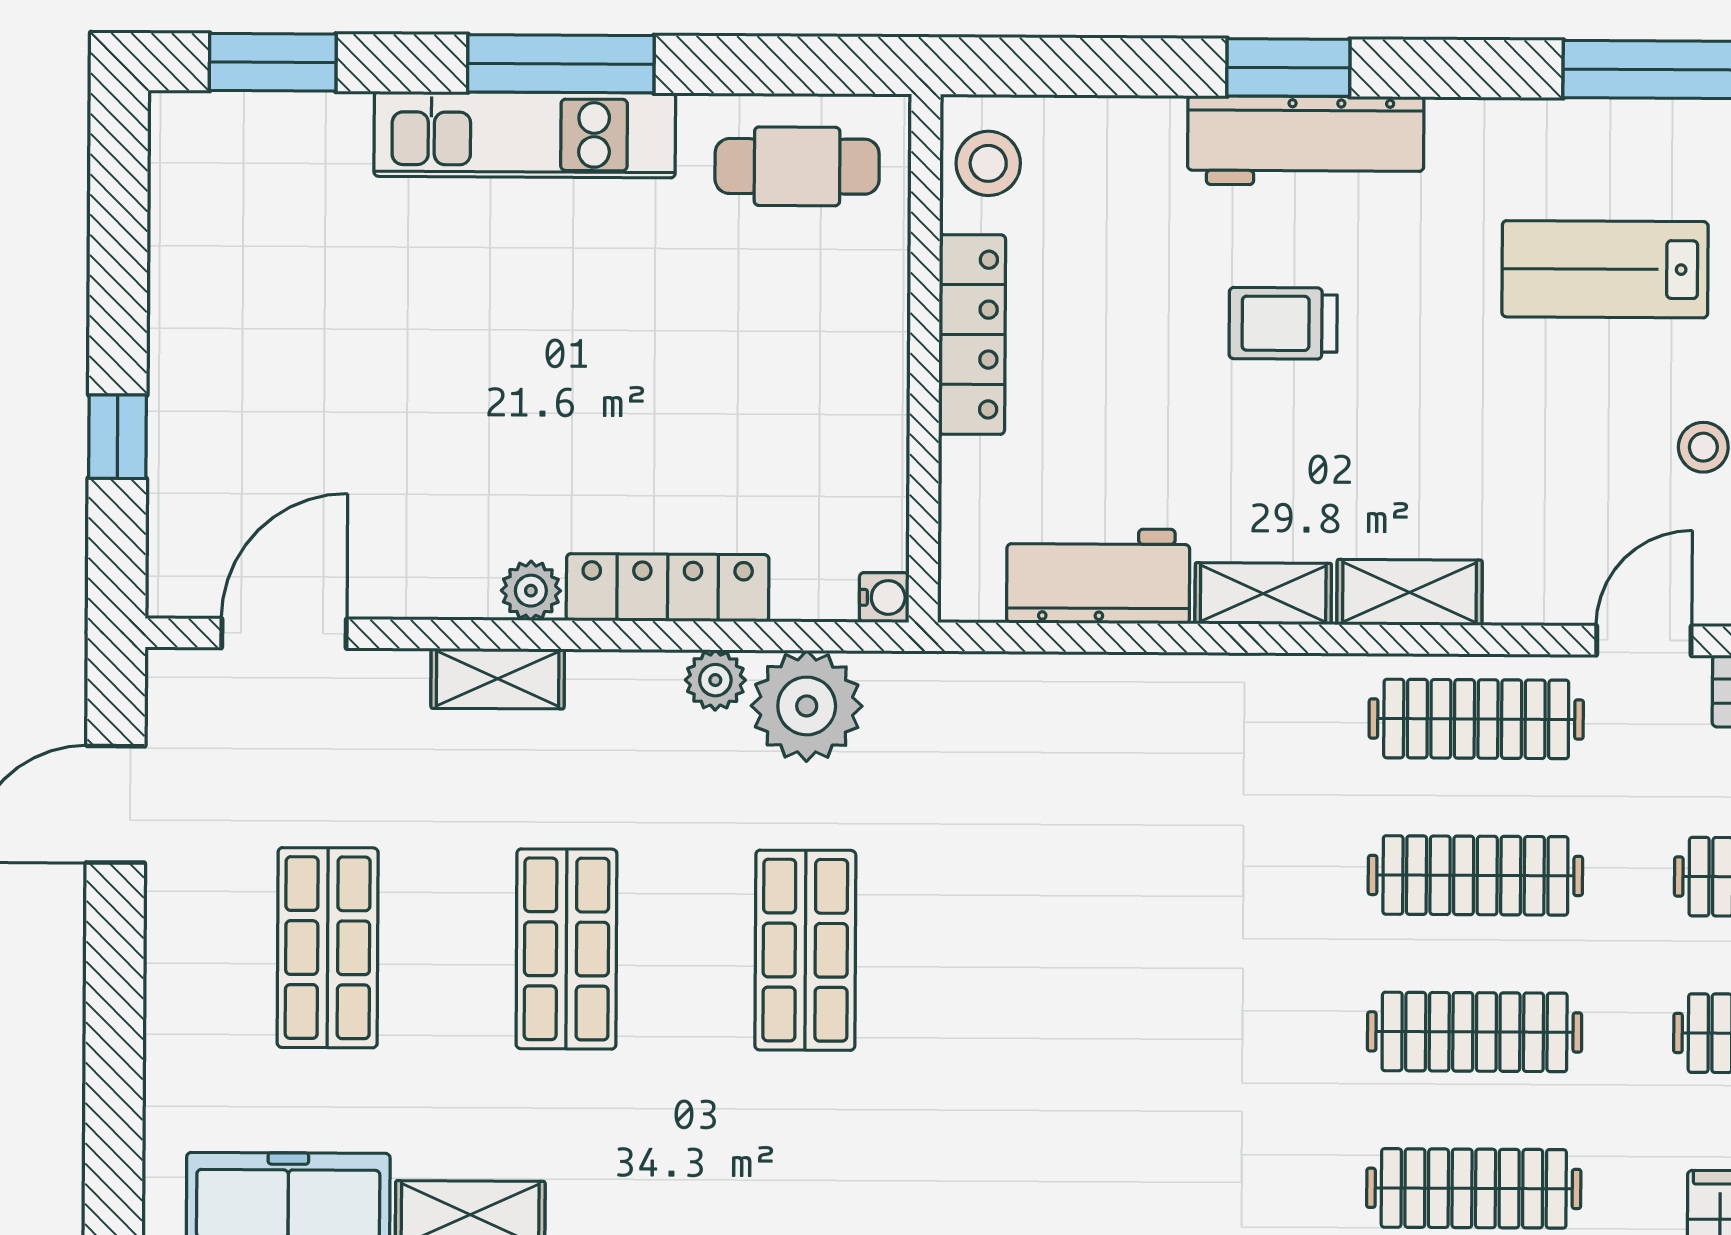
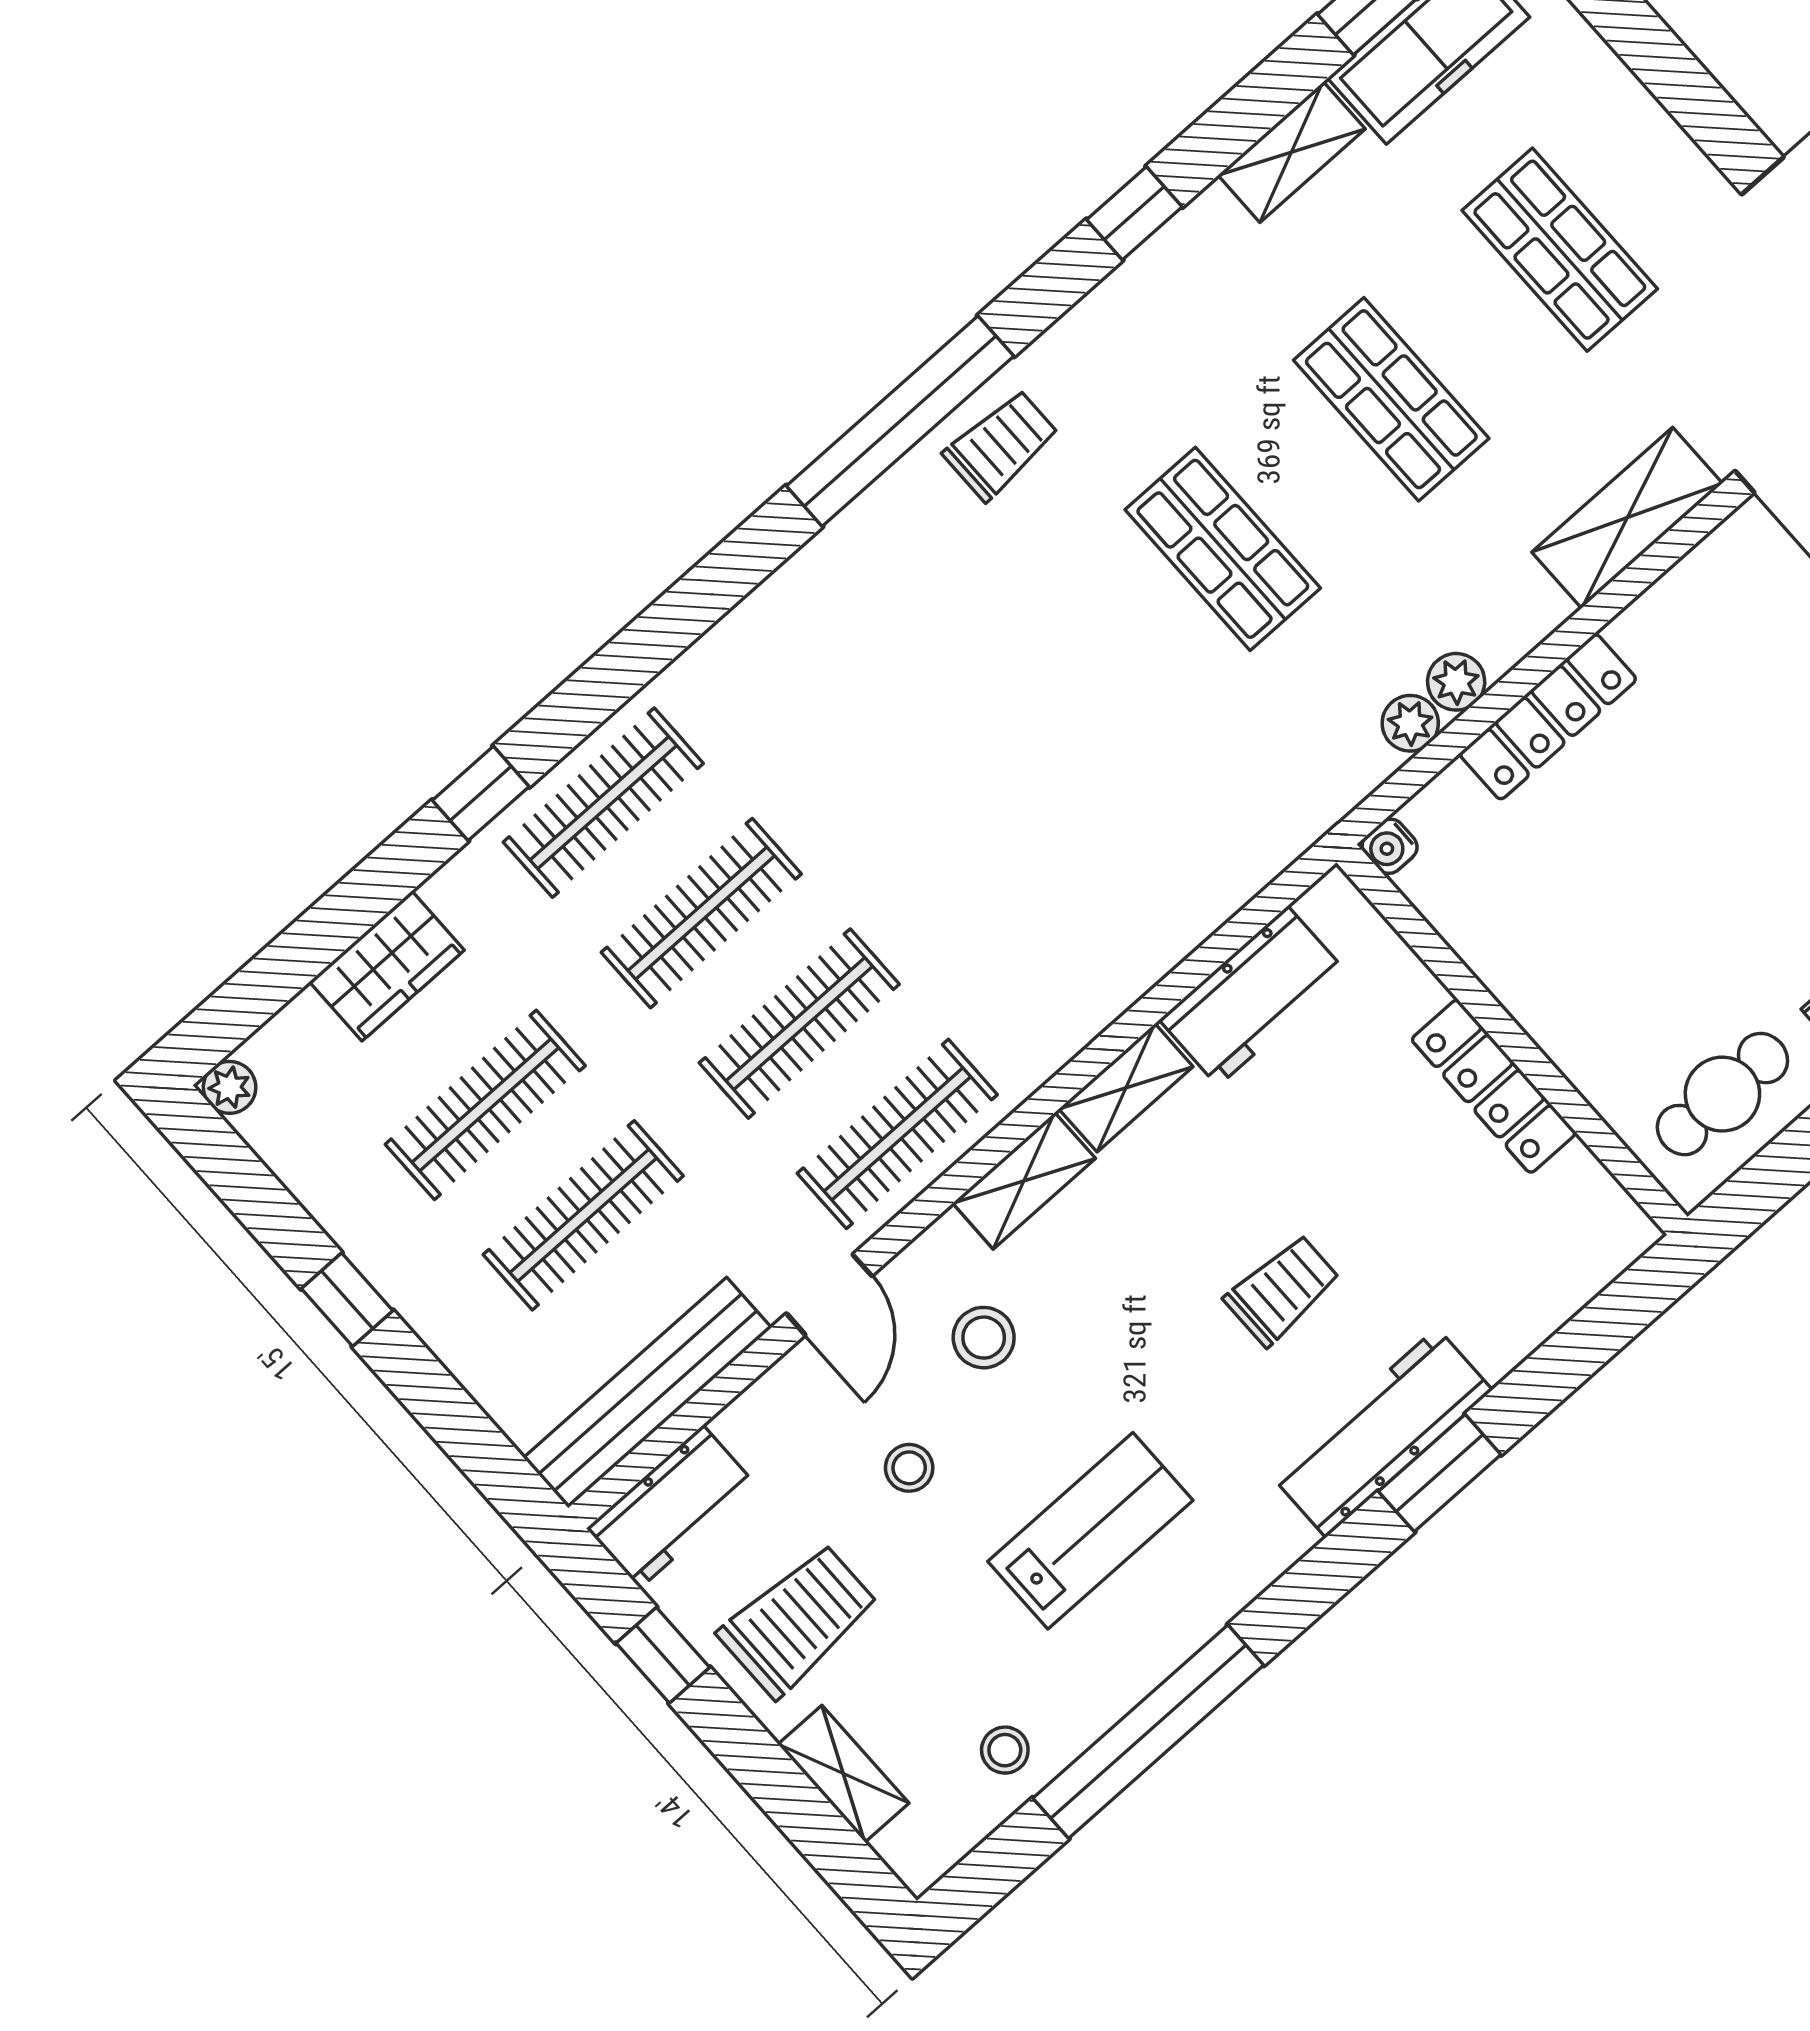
stool: (988, 163) -> (984, 1338), moved
plant: (531, 591) -> (1642, 628), removed
shelving: (498, 679) -> (1627, 518), width x1.50, depth x1.33
plant: (807, 706) -> (1410, 723), width x0.53, depth x0.53
trolley: (907, 1189) -> (1001, 445), added

